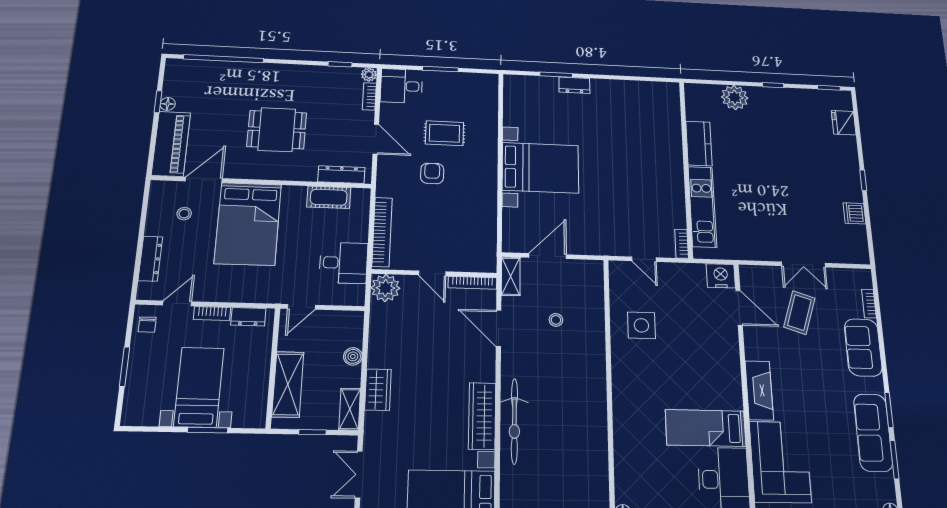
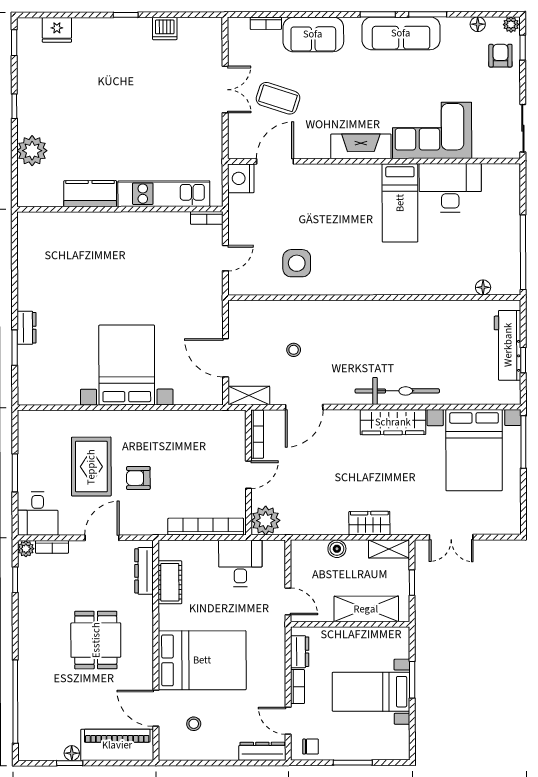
rug: (444, 133) -> (91, 467), width x1.36, depth x1.43
dresser: (150, 259) -> (262, 751), moved

